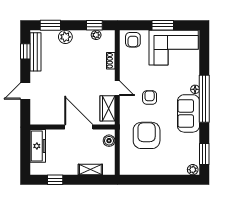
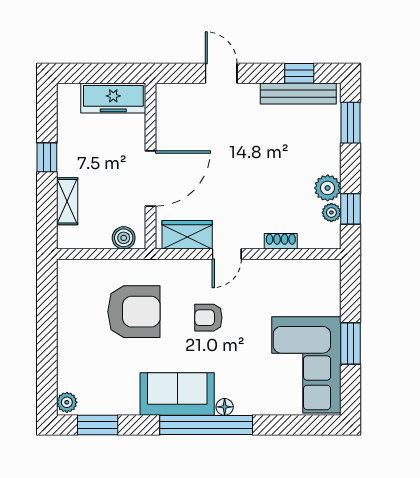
plant: (65, 37) -> (328, 188), moved
armchair: (133, 40) -> (322, 285), removed
armchair: (150, 98) -> (208, 318), turned 180
window: (55, 180) -> (47, 157), moved

